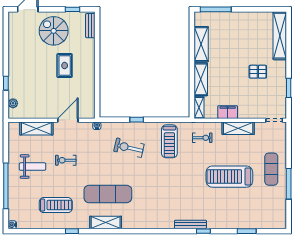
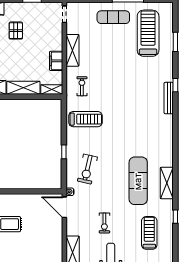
door: (68, 120) -> (64, 207), moved
exercise bike: (129, 148) -> (87, 169), moved
treadmill: (229, 177) -> (148, 33), moved, turned 180

